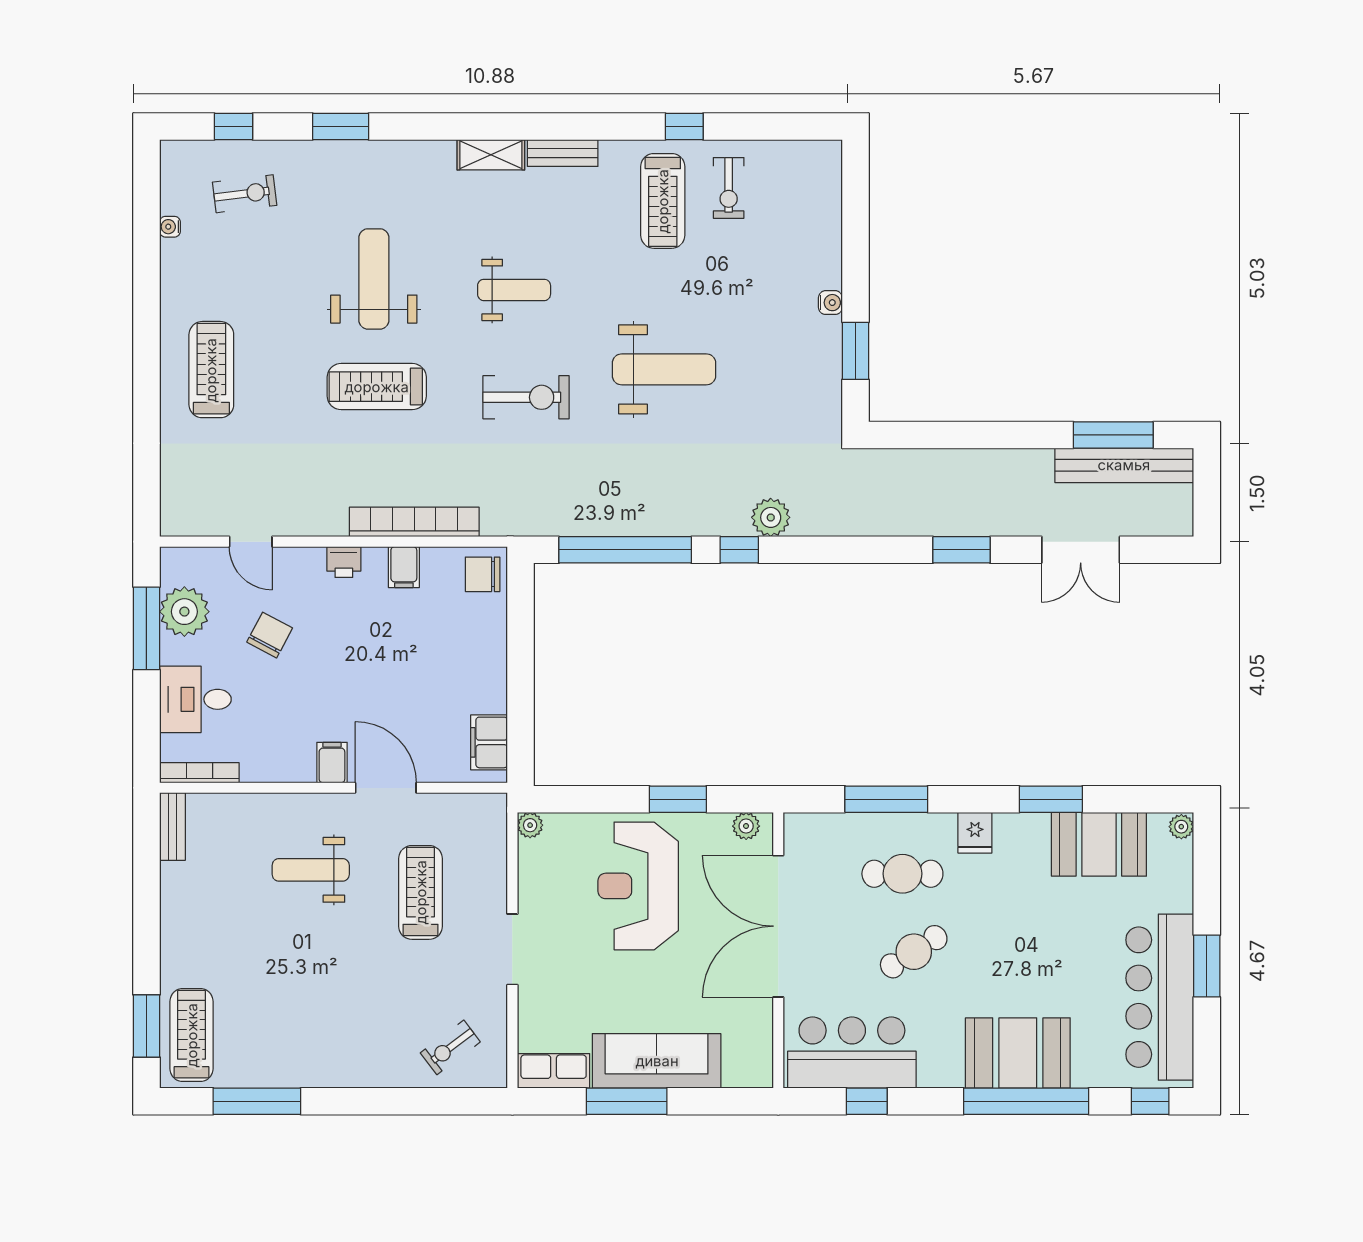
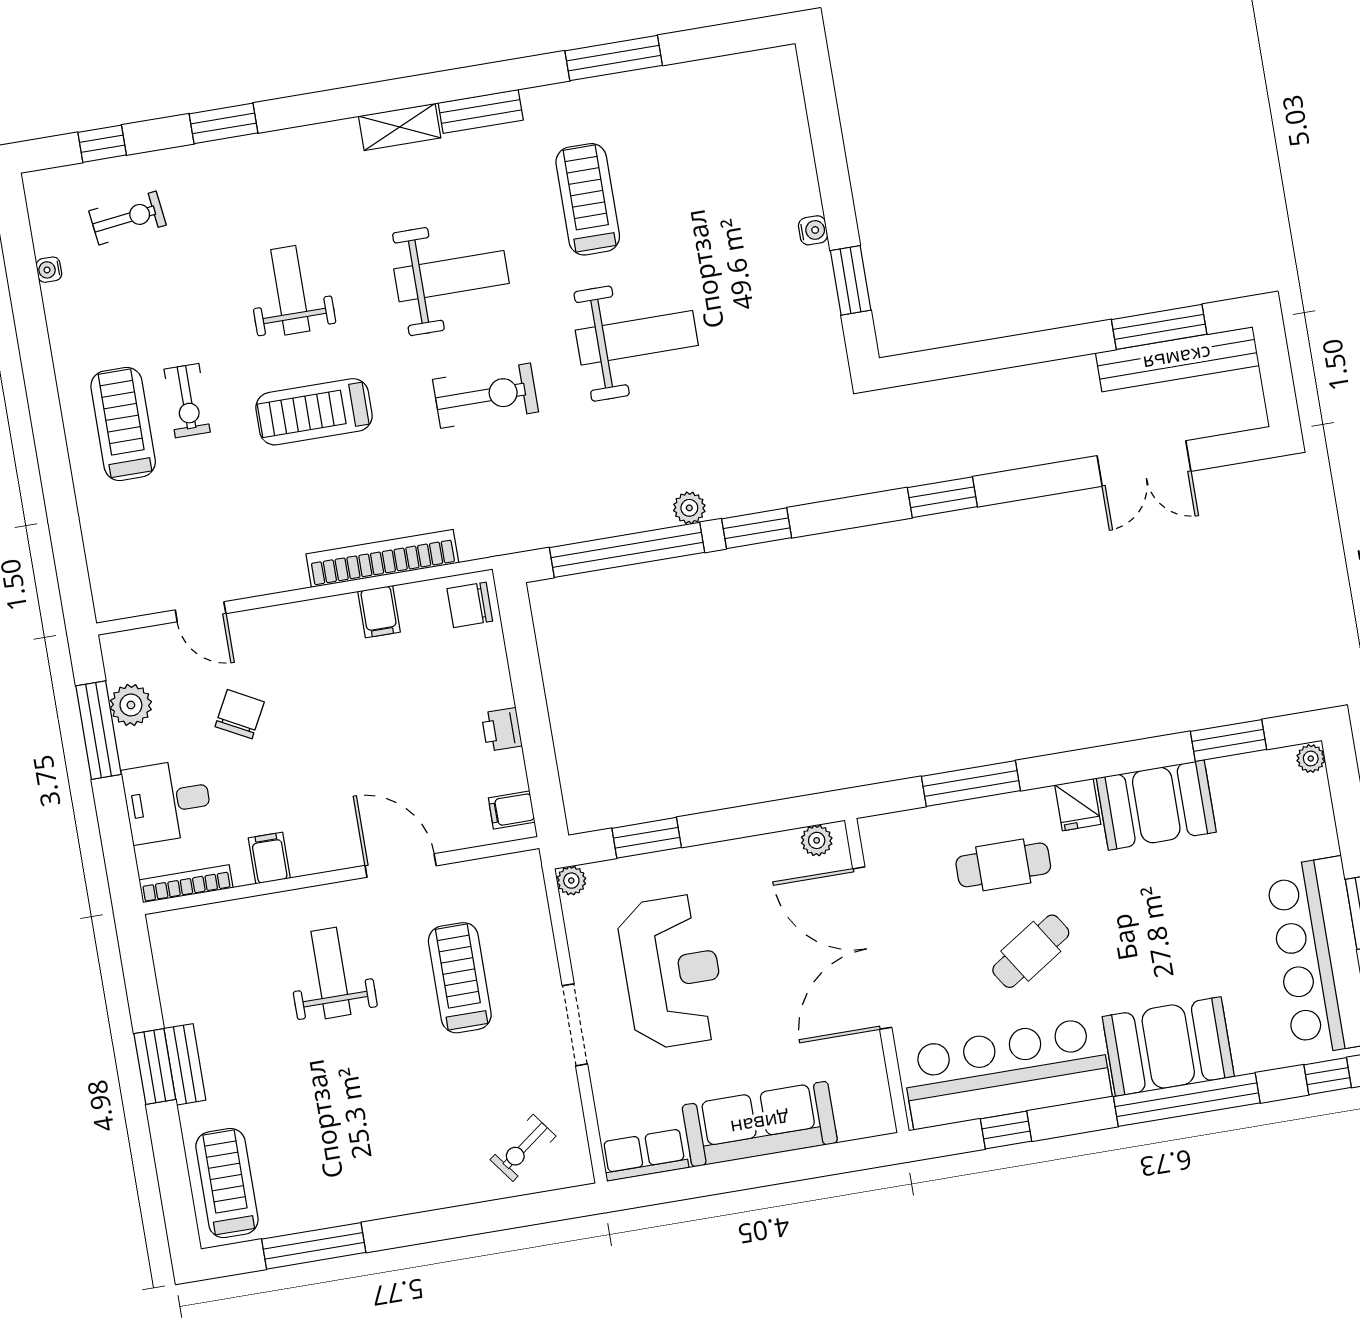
window: (684, 126) -> (614, 58), width x2.17
exercise bike: (729, 188) -> (187, 401), moved
treadmill: (663, 201) -> (588, 199), moved, turned 180
weight bench: (374, 279) -> (290, 290), width x0.73, depth x0.75
weight bench: (514, 290) -> (452, 276), width x1.36, depth x1.33
plant: (771, 517) -> (689, 508), moved, width x0.73, depth x0.73
window: (739, 550) -> (757, 528), width x1.50
window: (962, 550) -> (942, 497), moved
printer: (344, 562) -> (502, 729), moved, turned 90
plant: (184, 612) -> (131, 705), width x0.73, depth x0.73
filing cabinet: (489, 742) -> (512, 810), width x0.50
filing cabinet: (332, 763) -> (269, 858), moved
window: (678, 799) -> (647, 838), moved
window: (1051, 799) -> (1228, 740), moved
bench: (172, 827) -> (185, 1064), moved
booth: (1099, 844) -> (1156, 805), moved
weight bench: (311, 870) -> (331, 973), turned 90
reception desk: (638, 886) -> (672, 972), moved, turned 180
window: (146, 1026) -> (155, 1067), moved
bar counter: (852, 1053) -> (1006, 1073), width x1.36
window: (627, 1101) -> (733, 1176), removed

